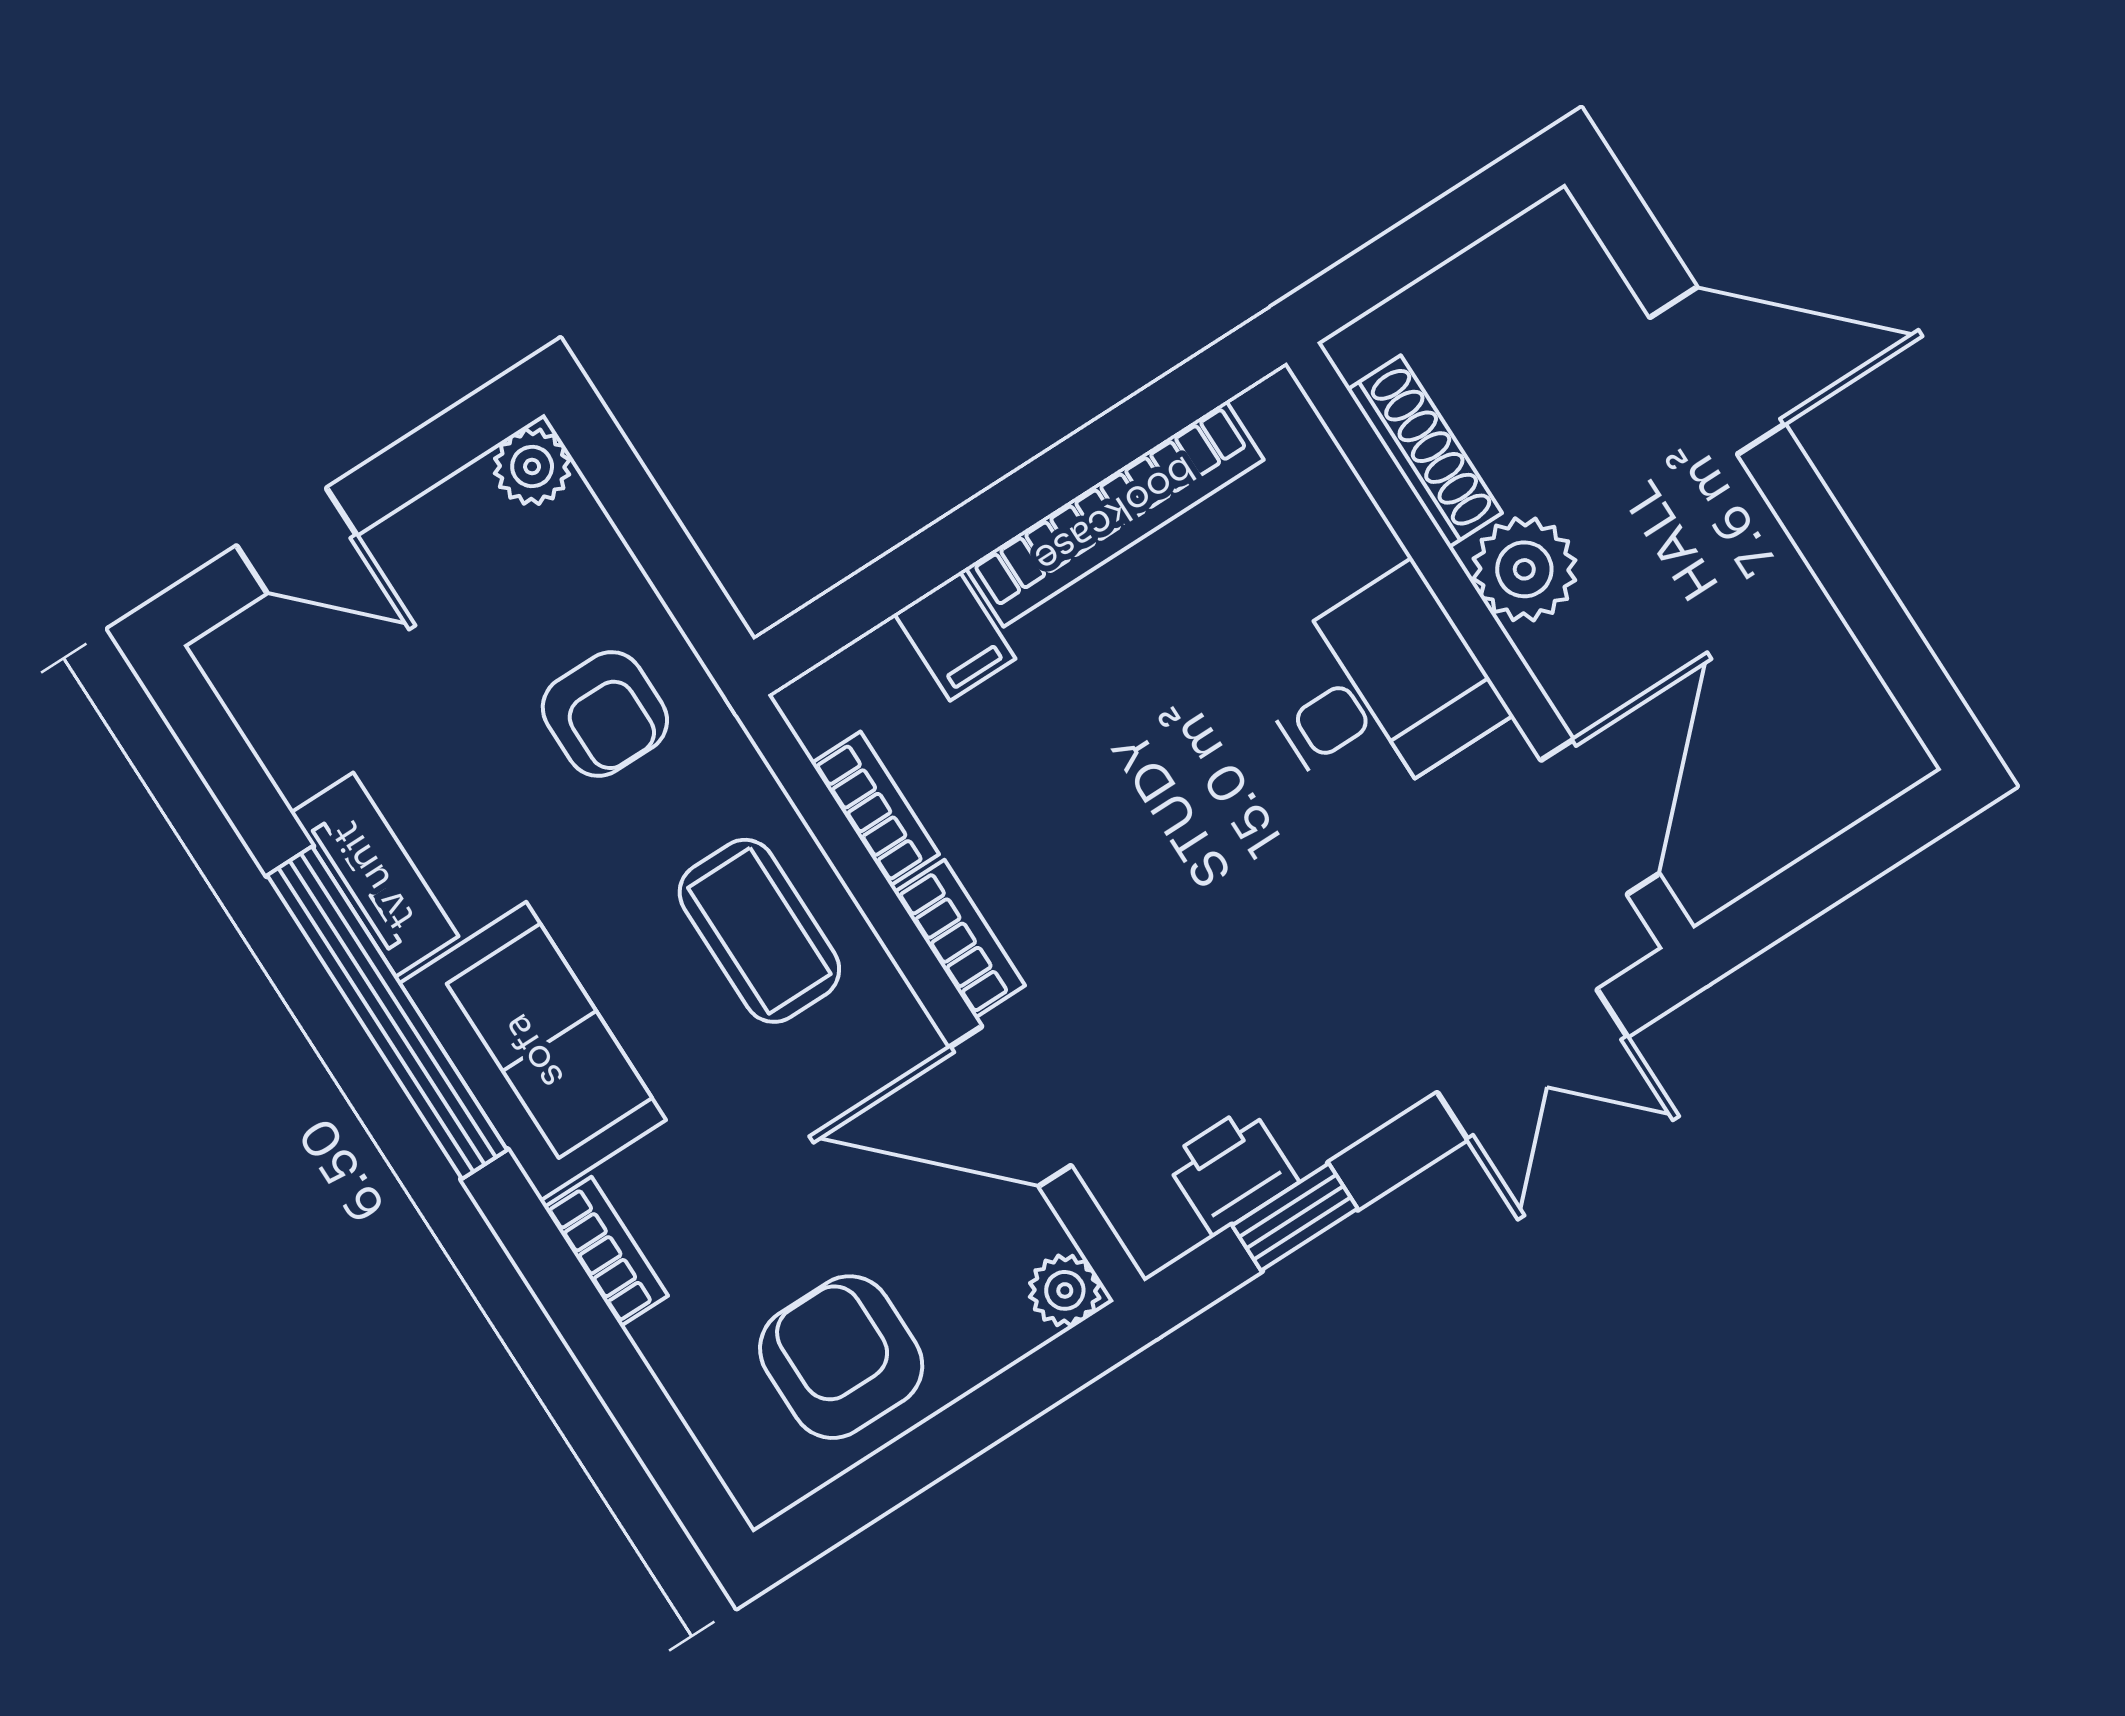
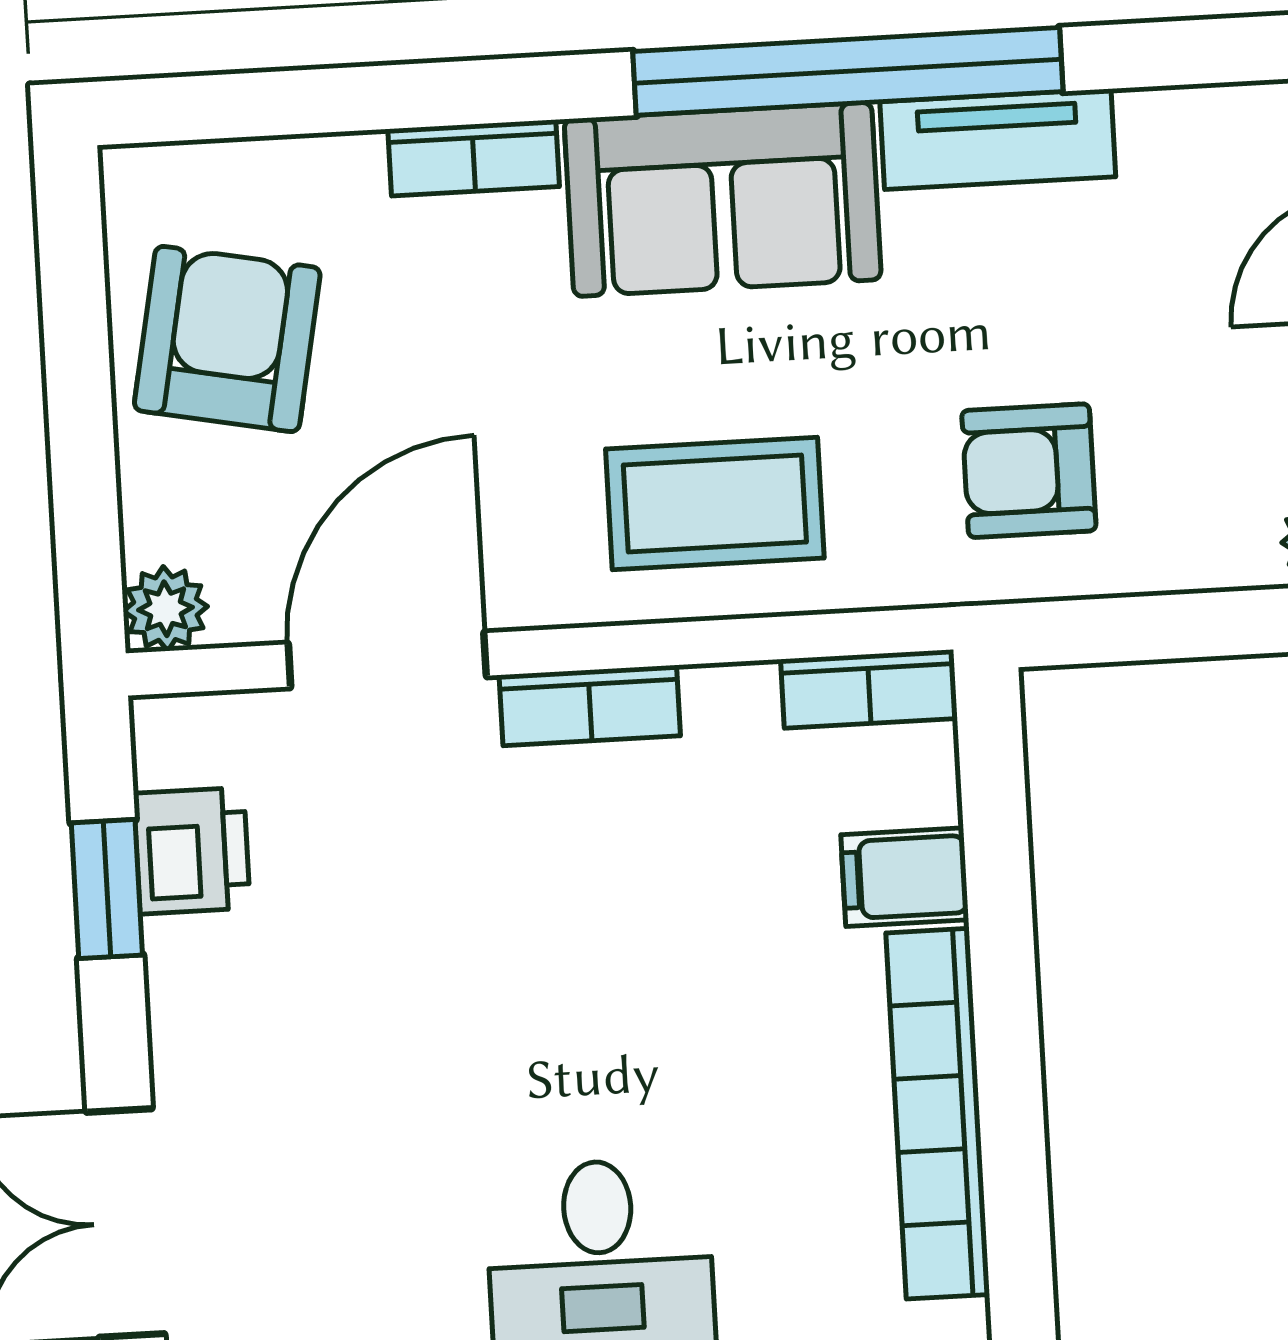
bookcase: (875, 809) -> (869, 689), moved
armchair: (841, 1357) -> (227, 339), turned -79

